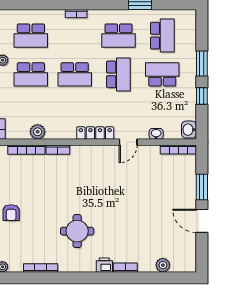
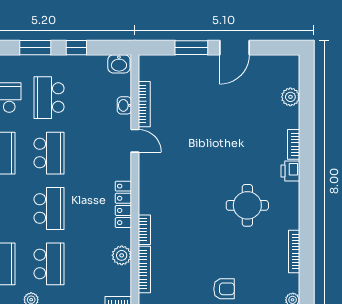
school desk: (118, 74) -> (49, 153), turned 90
locker: (95, 133) -> (123, 204), moved
bookcase: (178, 150) -> (144, 104), moved

